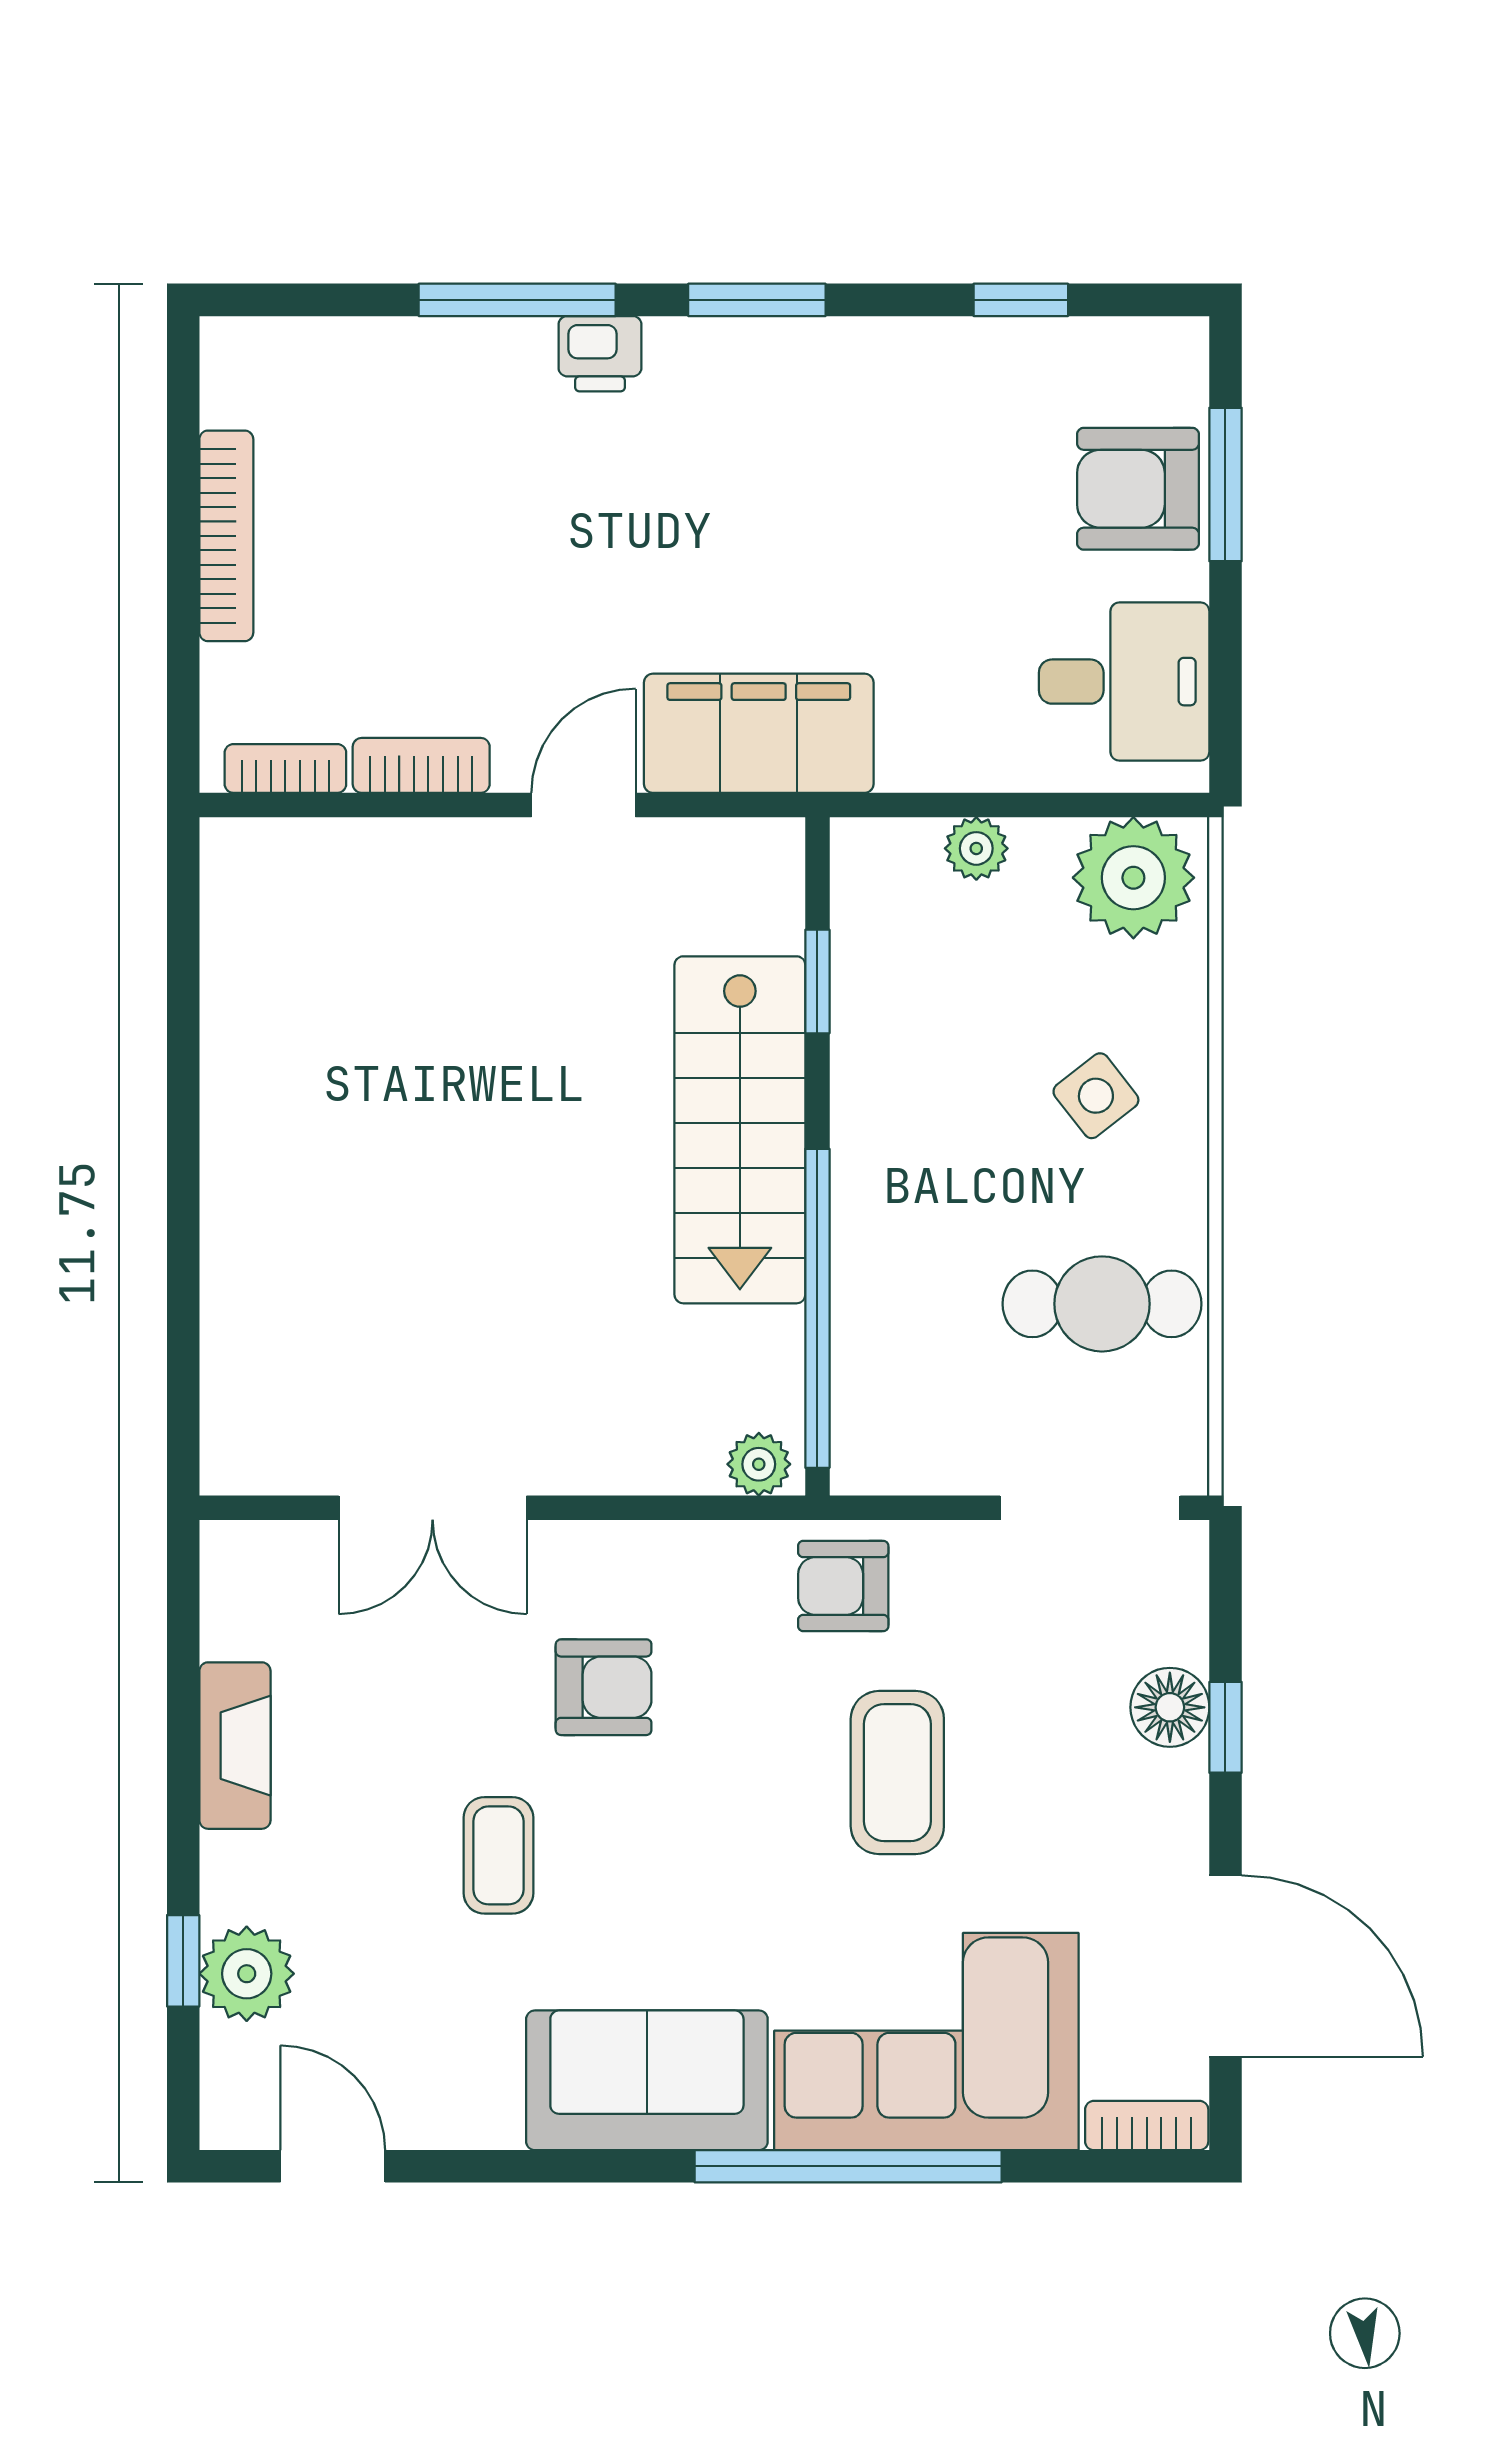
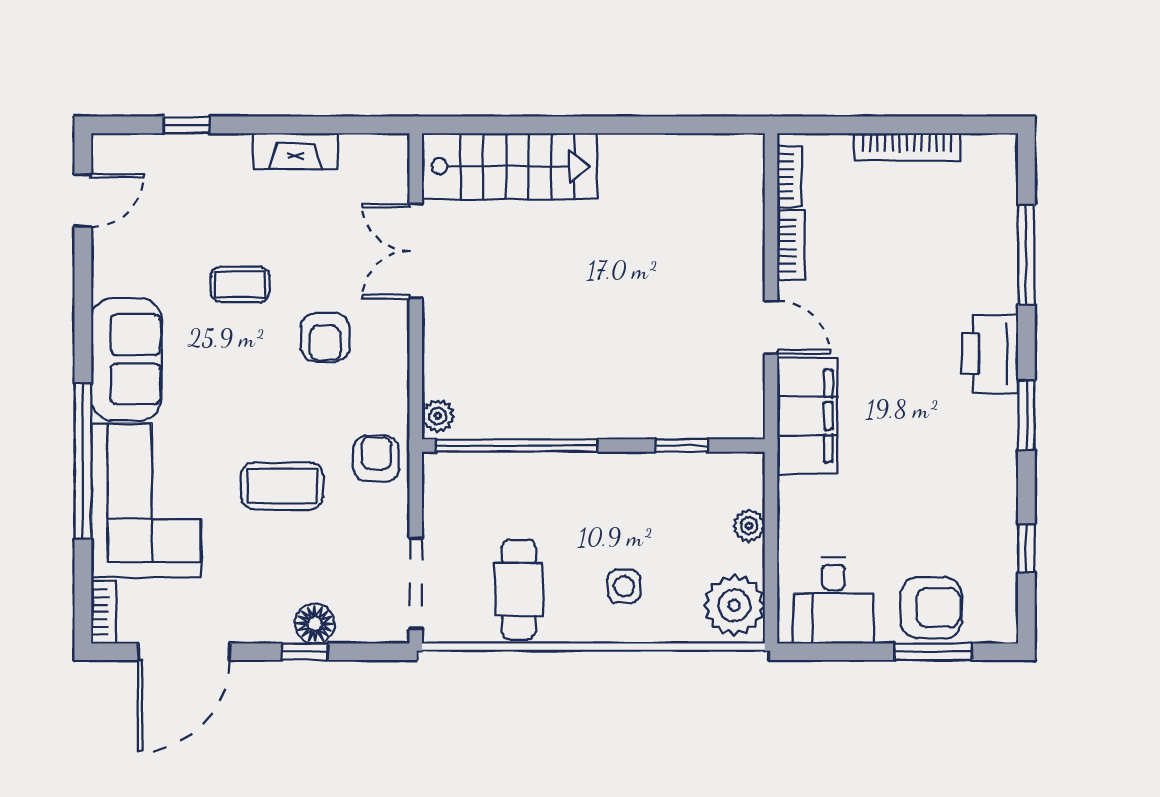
window: (517, 300) -> (1026, 255), moved
printer: (600, 354) -> (990, 354), width x1.87, depth x1.48
armchair: (1138, 489) -> (931, 608), turned 90
side table: (1096, 1096) -> (624, 586), turned 38
stairs: (740, 1130) -> (510, 166), moved, turned 180
plant: (247, 1974) -> (180, 157), removed

